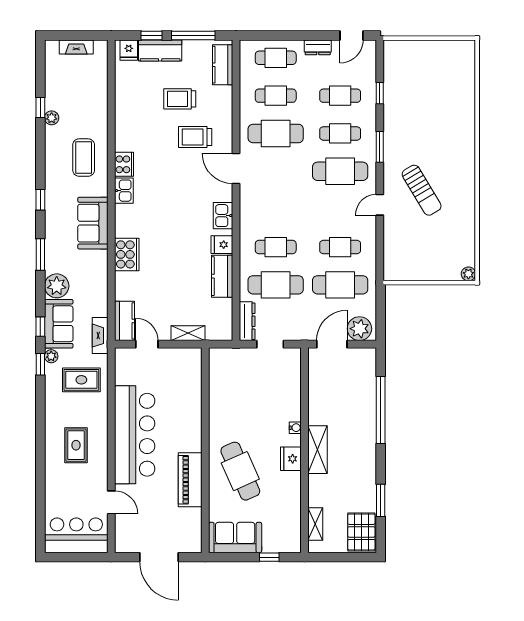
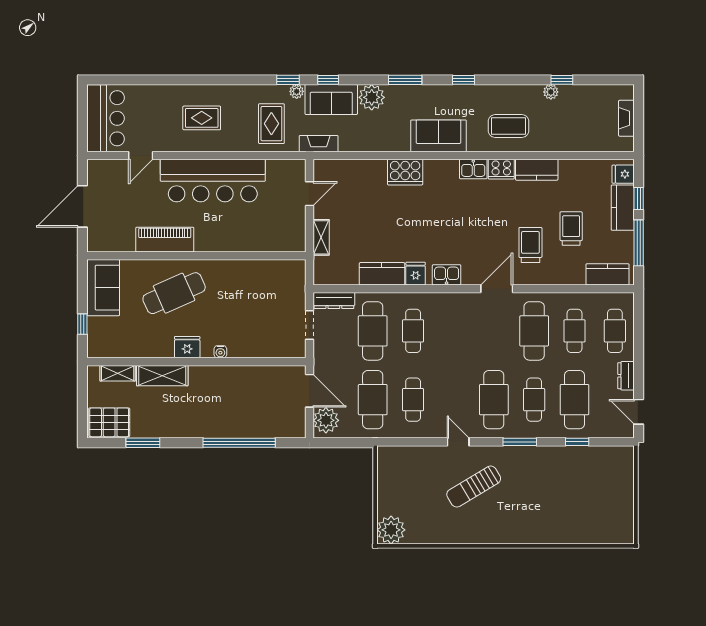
cafe table: (340, 96) -> (574, 400), width x1.37, depth x1.35
plant: (468, 274) -> (391, 530), width x1.88, depth x1.88
kitchen counter: (125, 321) -> (537, 170), moved
shelving: (318, 450) -> (162, 376), moved

